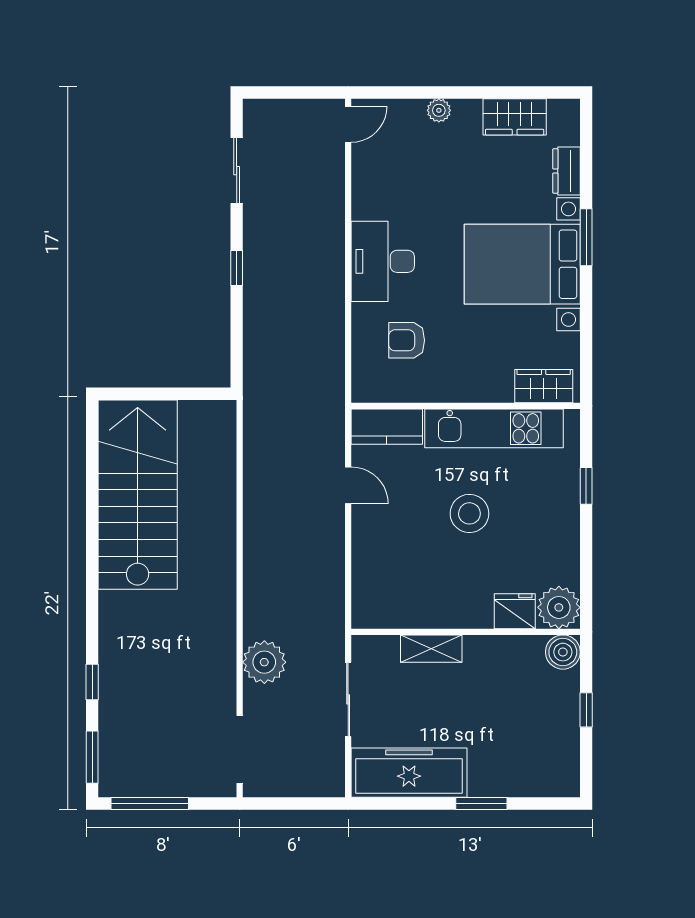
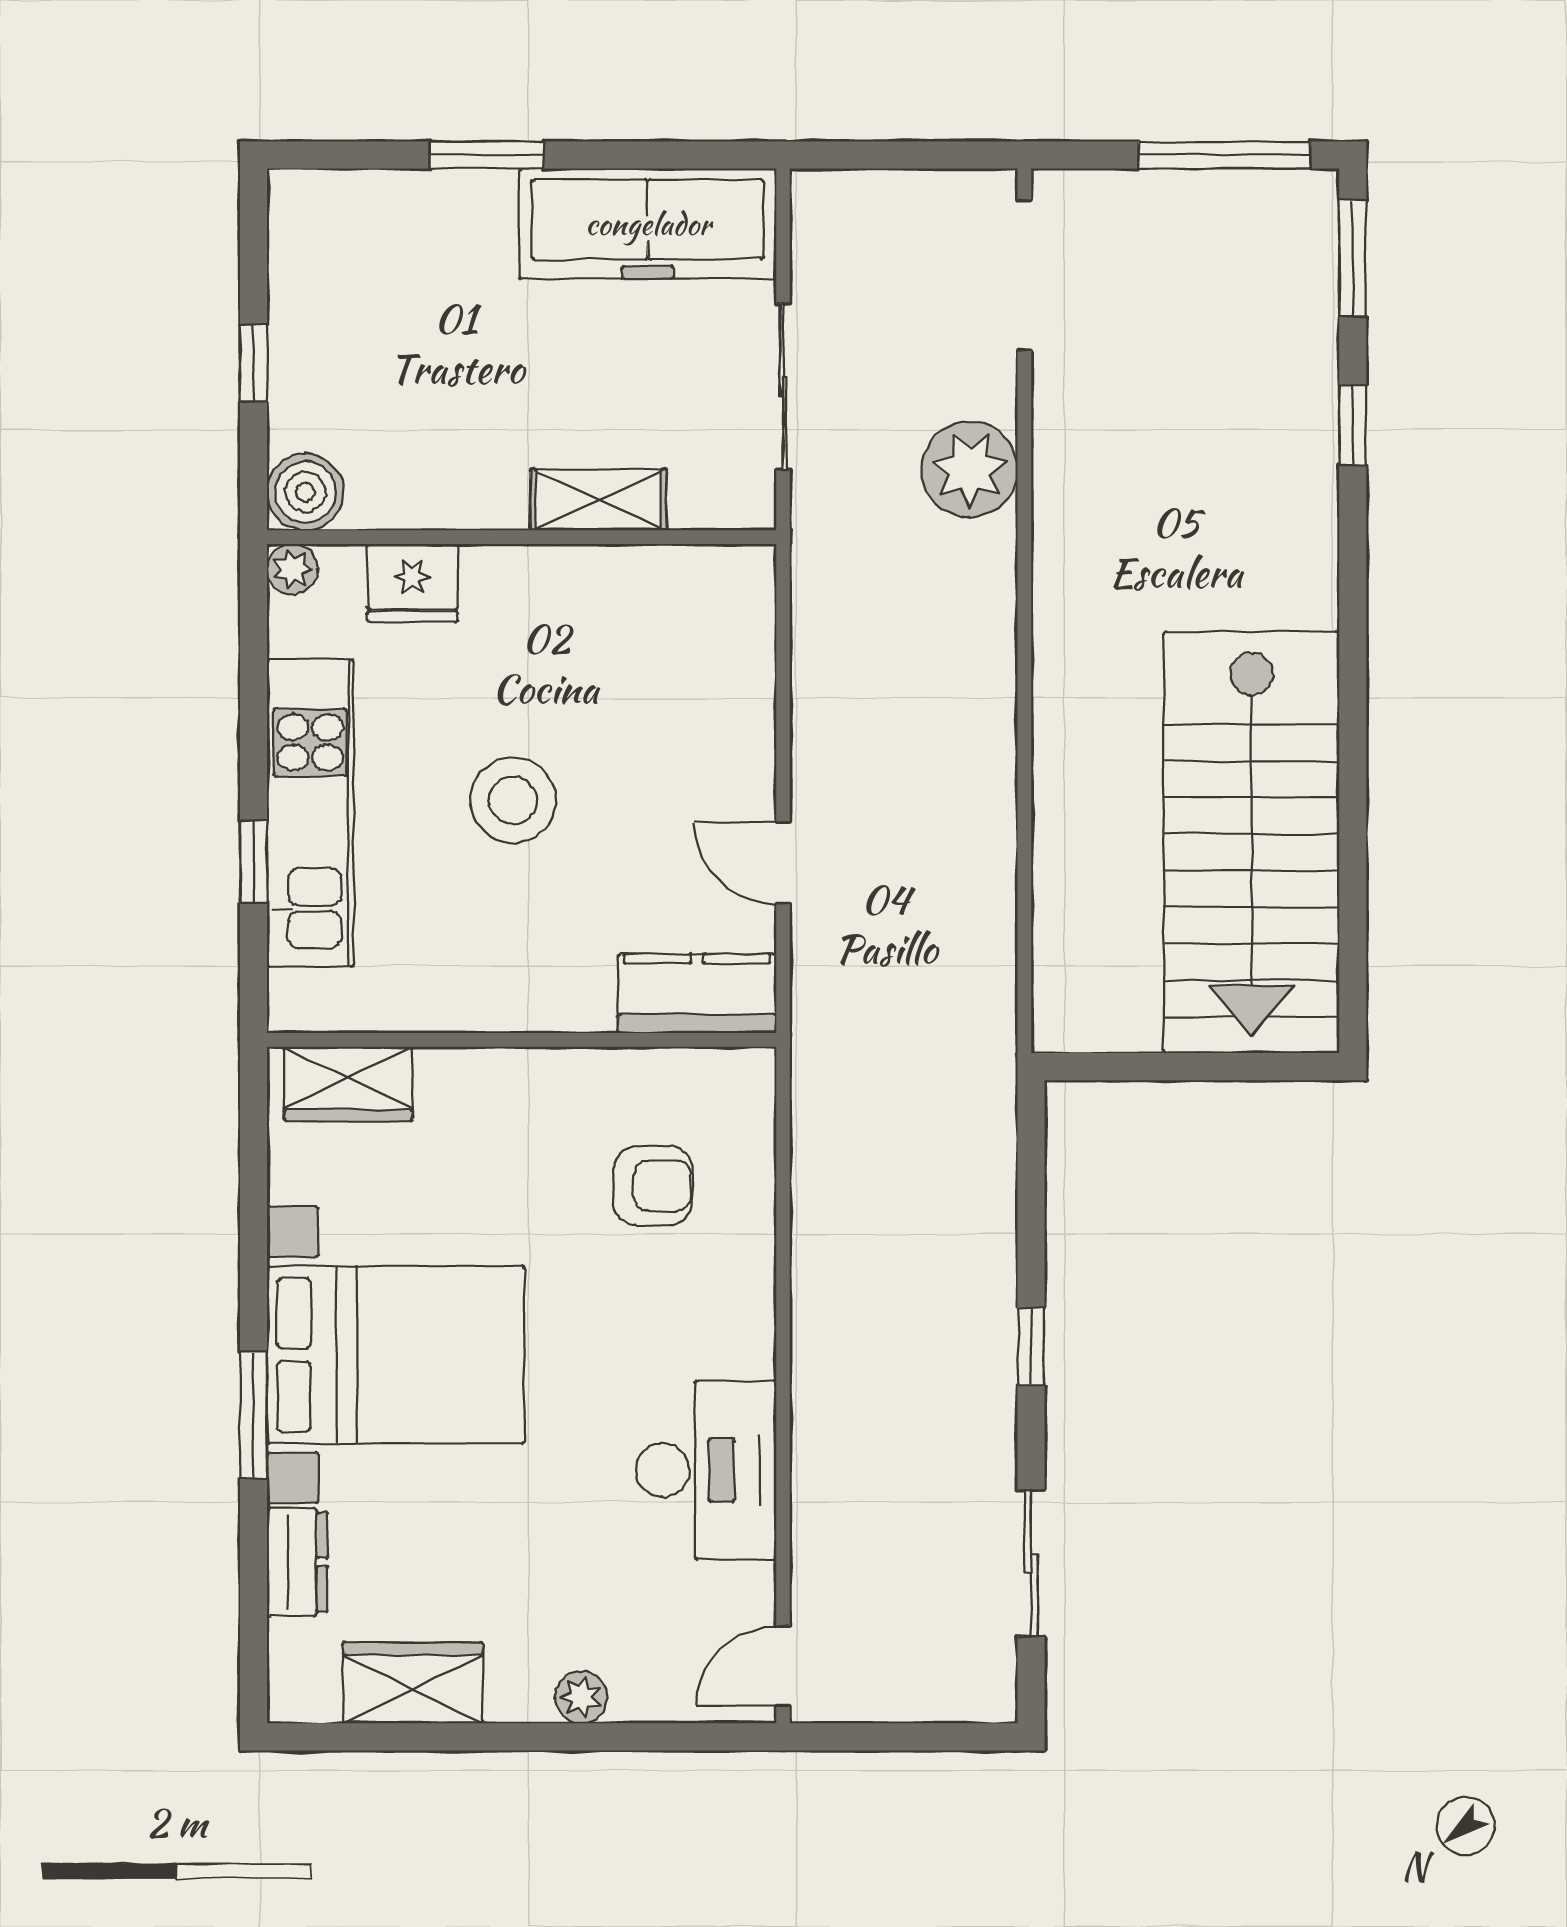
desk: (383, 261) -> (706, 1470), moved
kitchen unit: (494, 428) -> (310, 813), moved, turned 90
plant: (559, 607) -> (292, 569), width x0.53, depth x0.53

